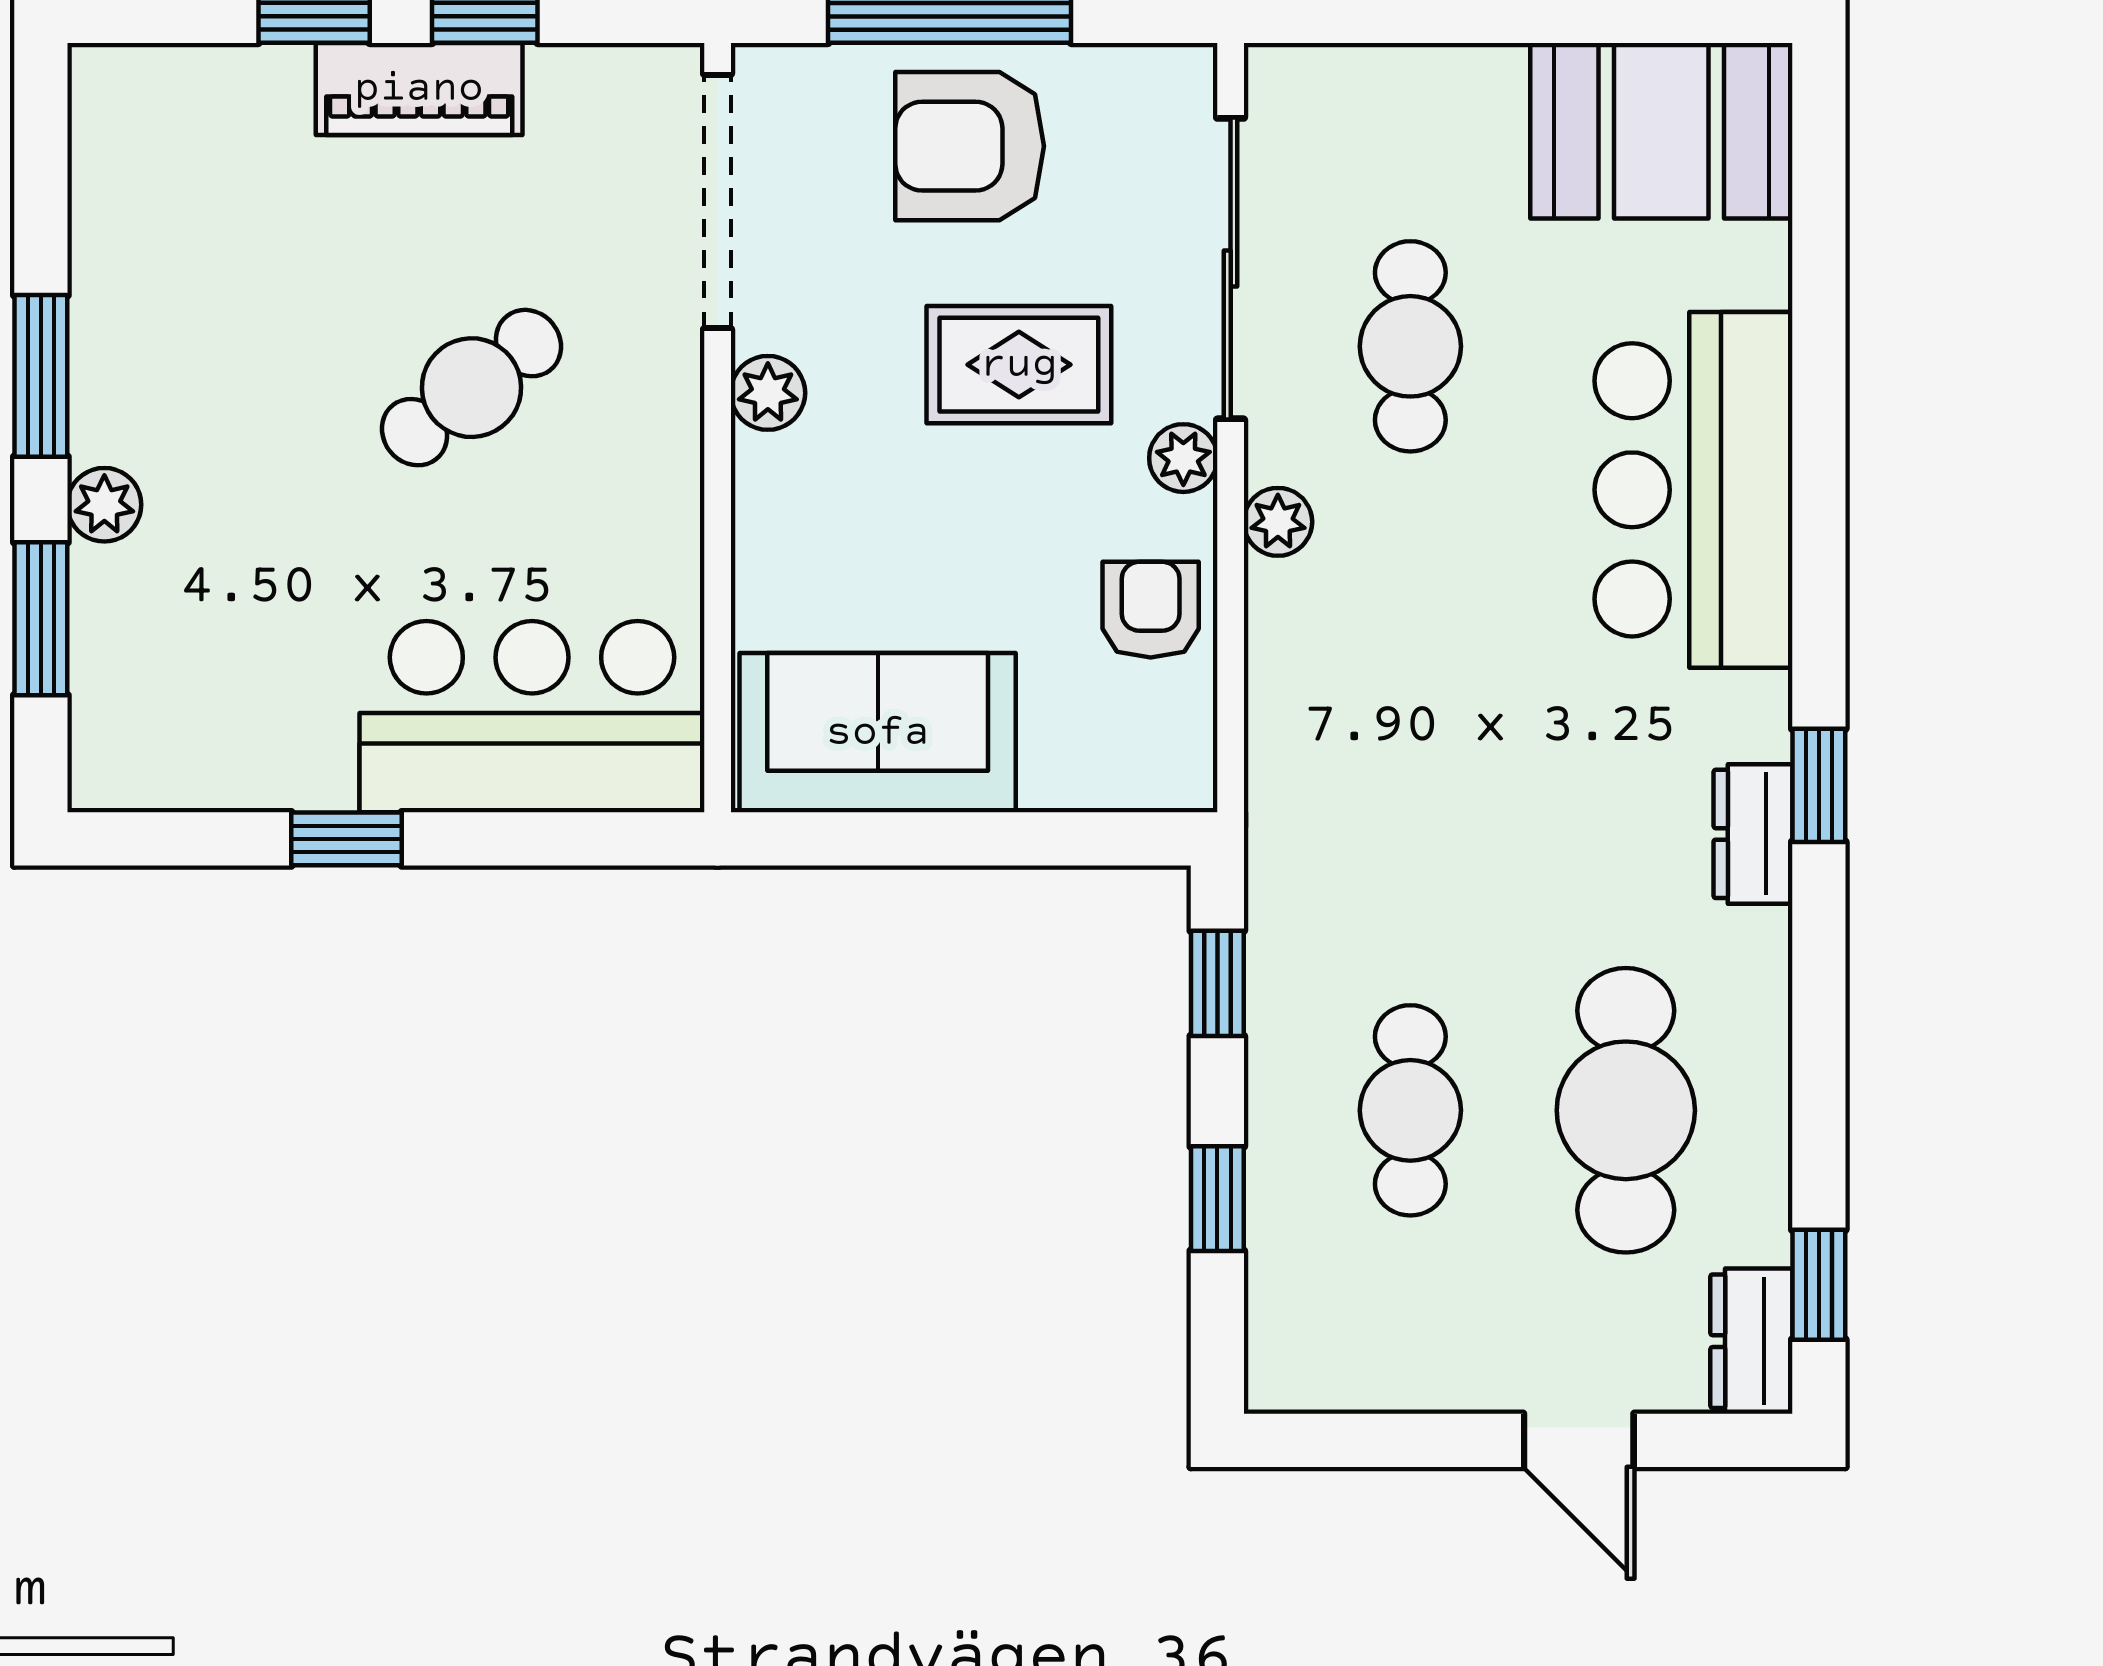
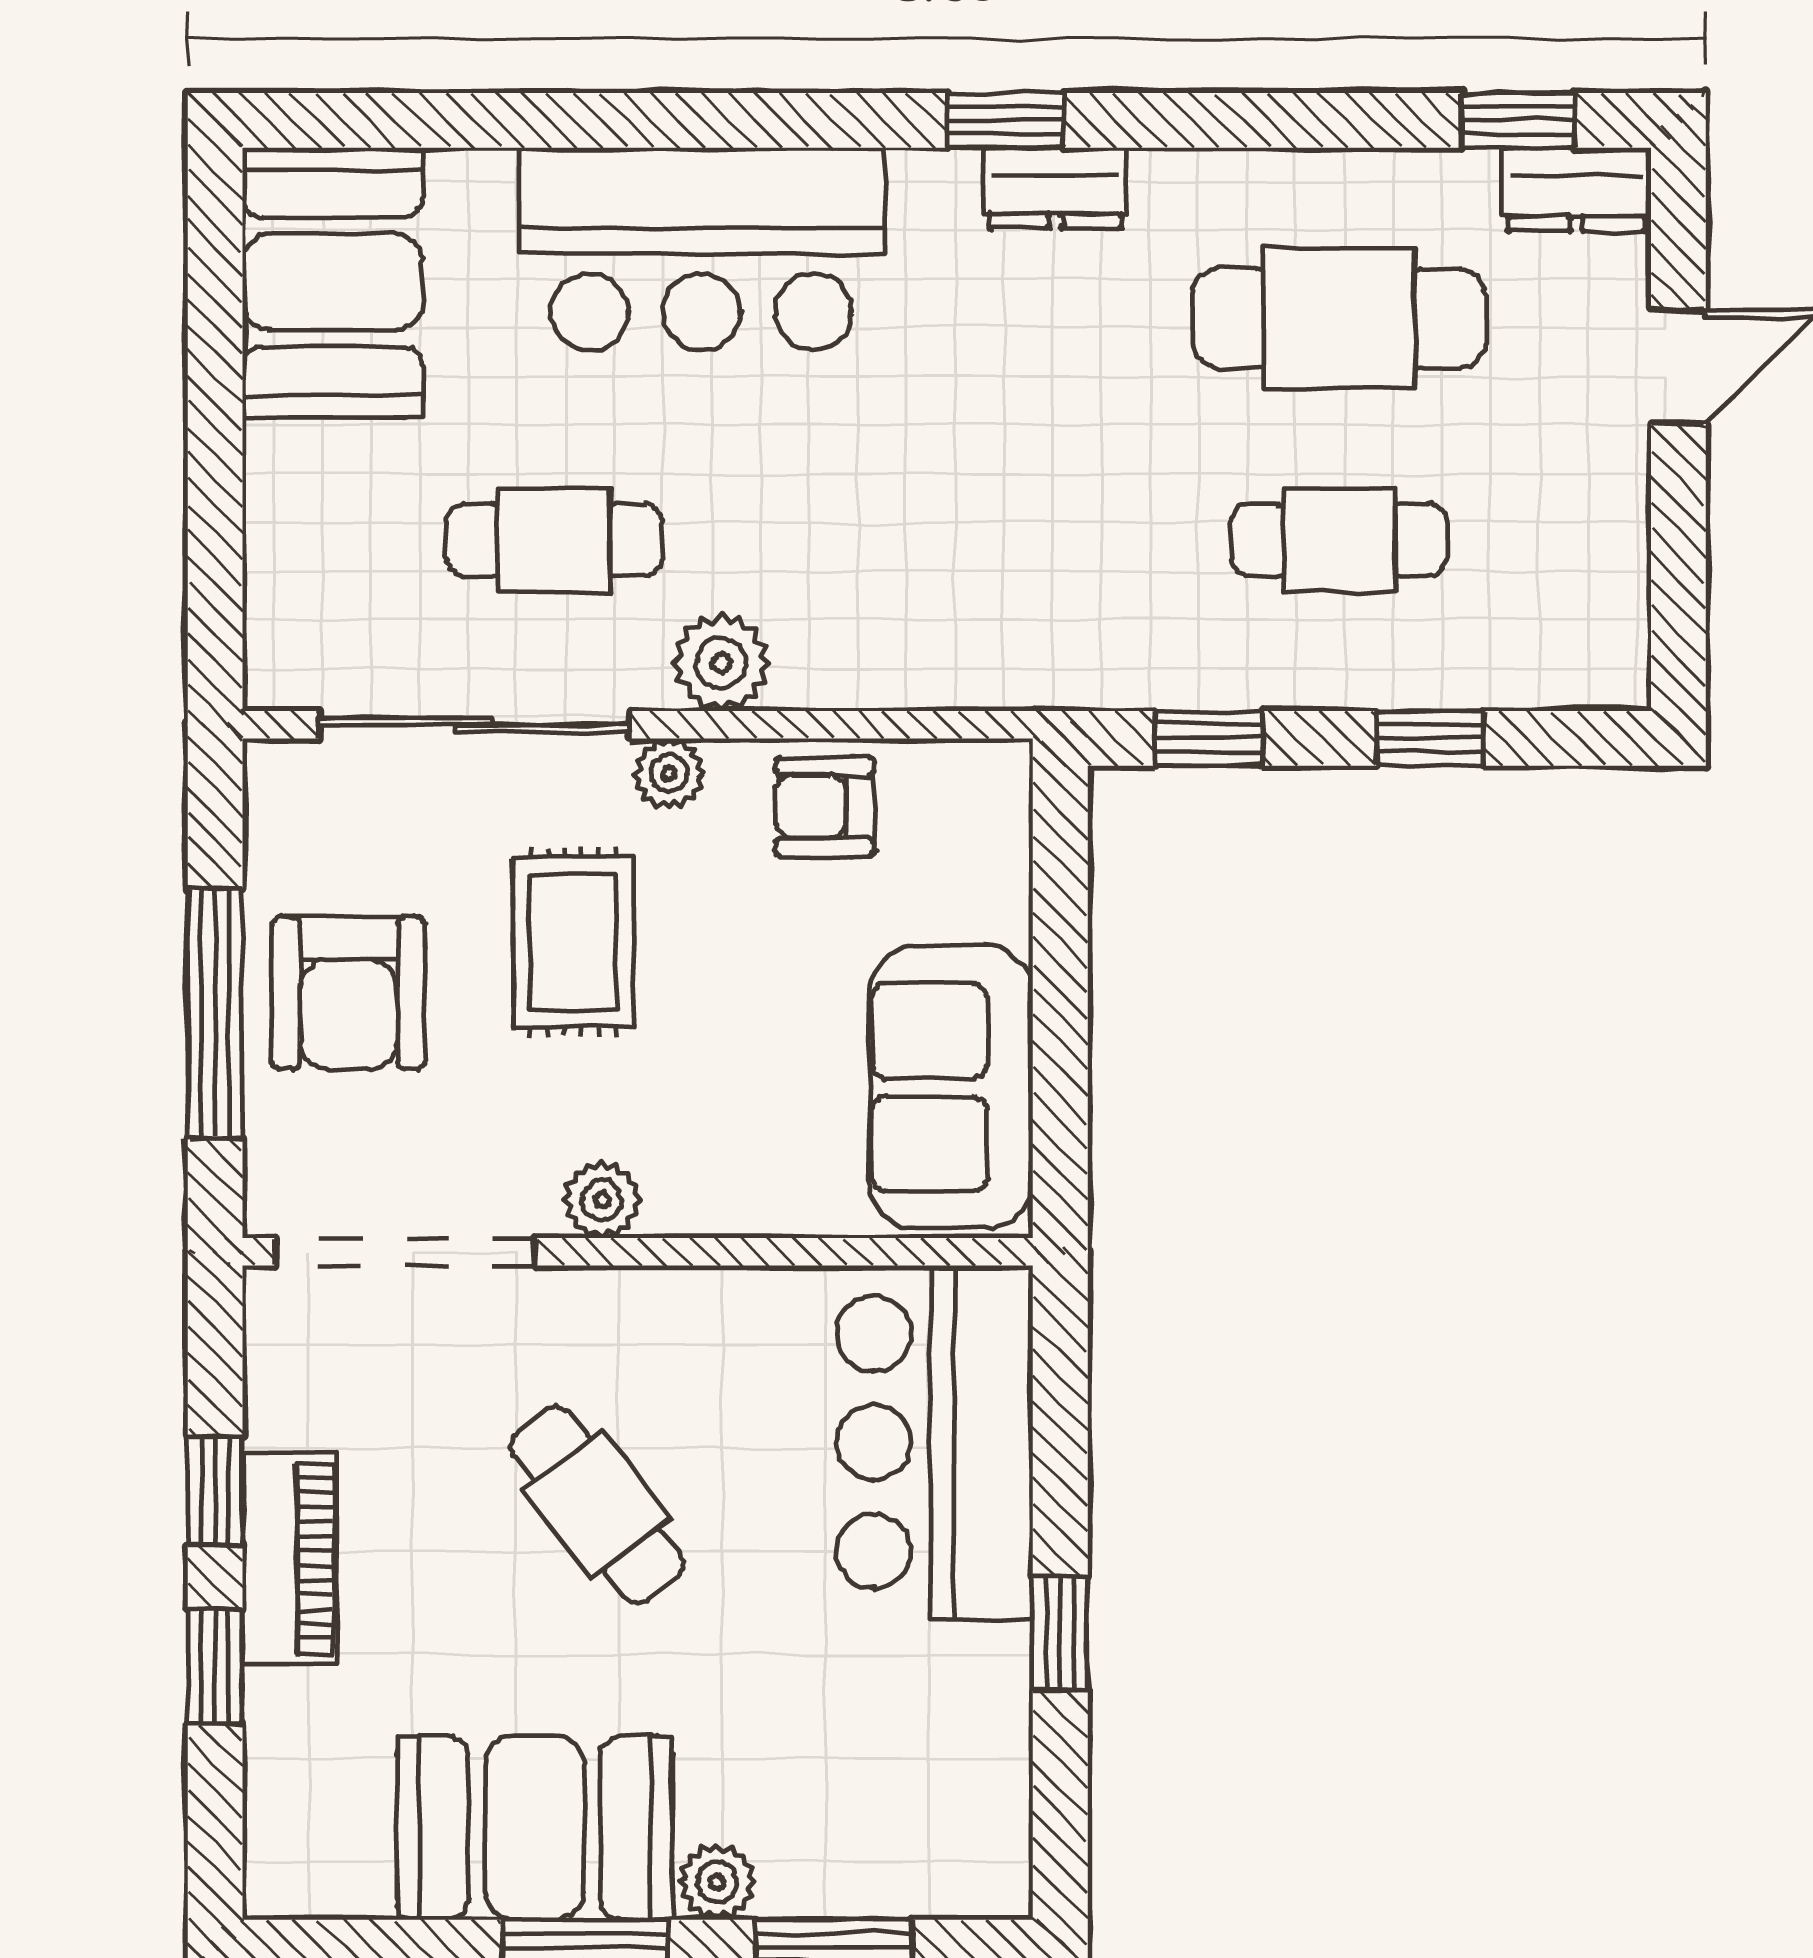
booth: (157, 327) -> (534, 1828), added
plant: (1278, 522) -> (721, 663), width x1.38, depth x1.38

